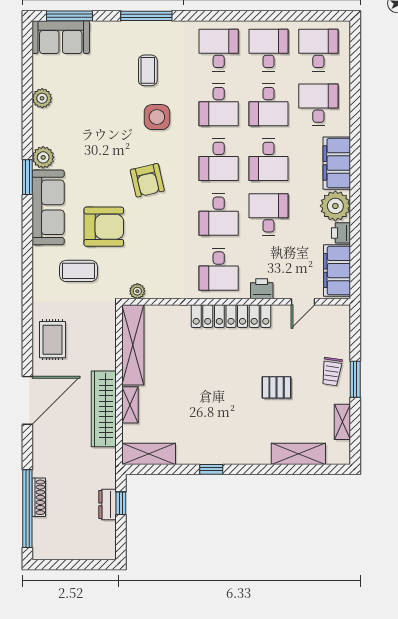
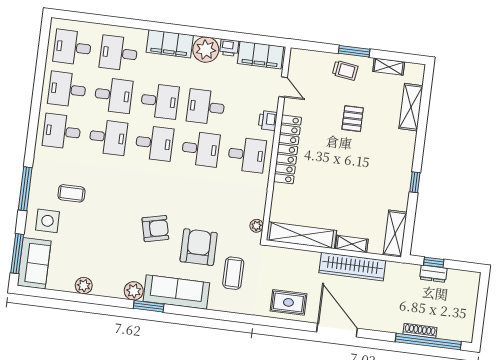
side table: (157, 117) -> (47, 221), moved
armchair: (147, 180) -> (155, 229), moved

